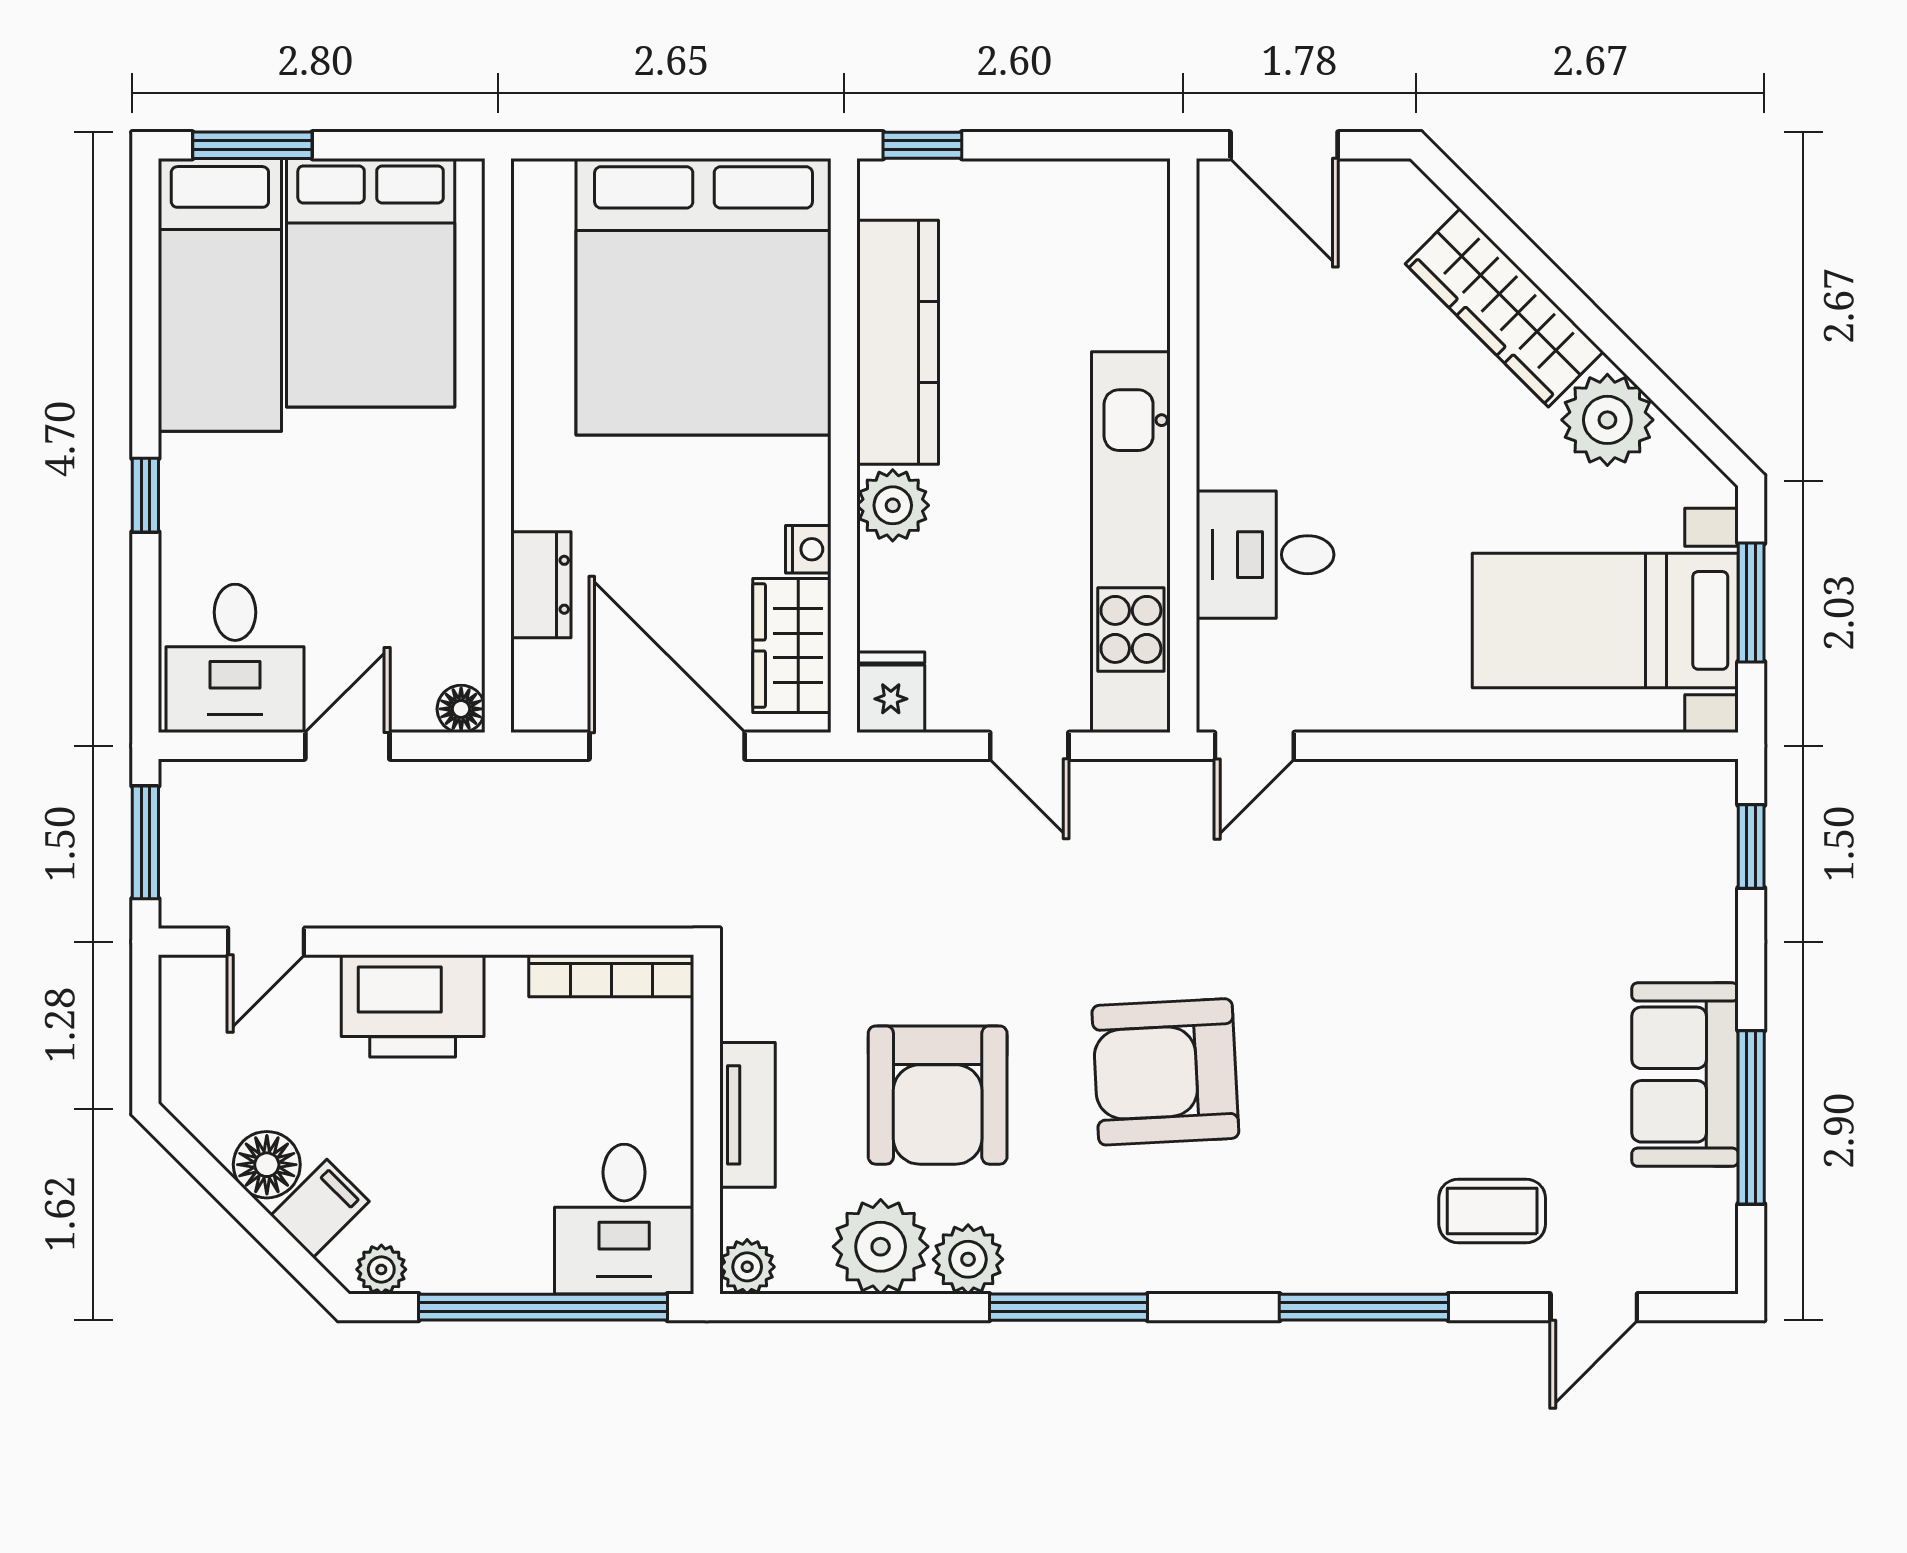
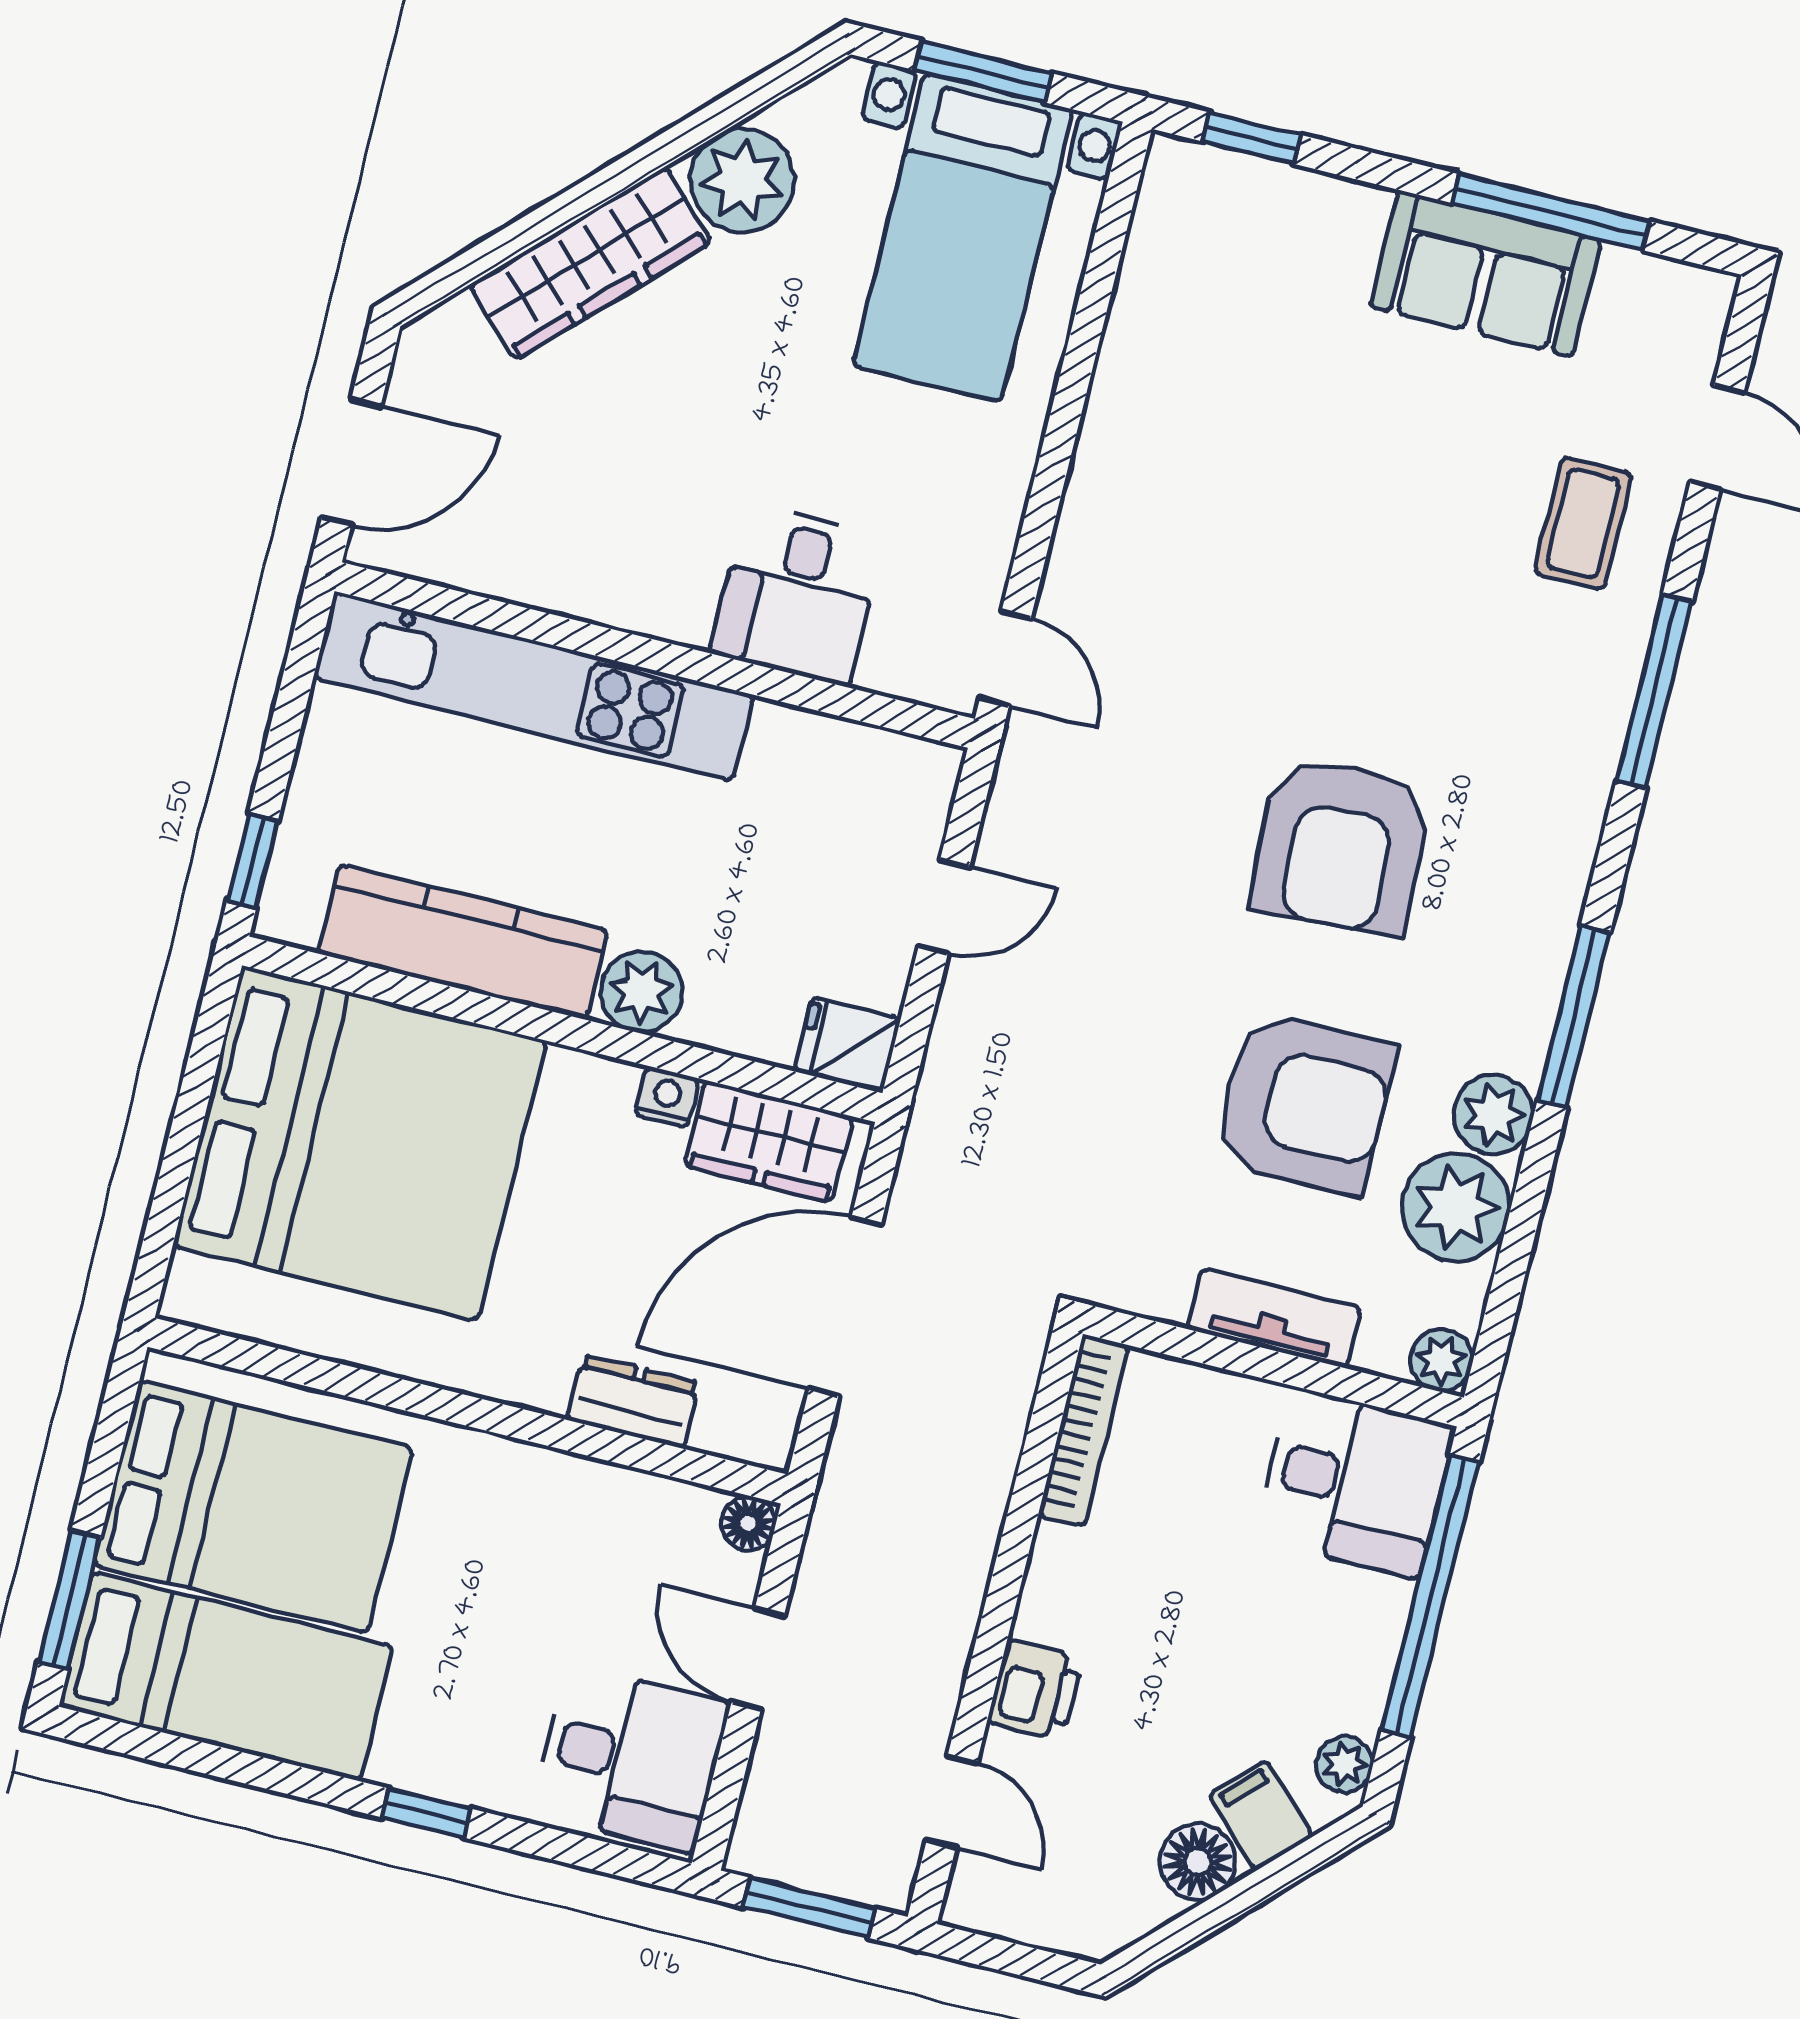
kitchen unit: (1131, 542) -> (534, 686), moved
printer: (413, 1006) -> (1035, 1690), width x0.53, depth x0.68

